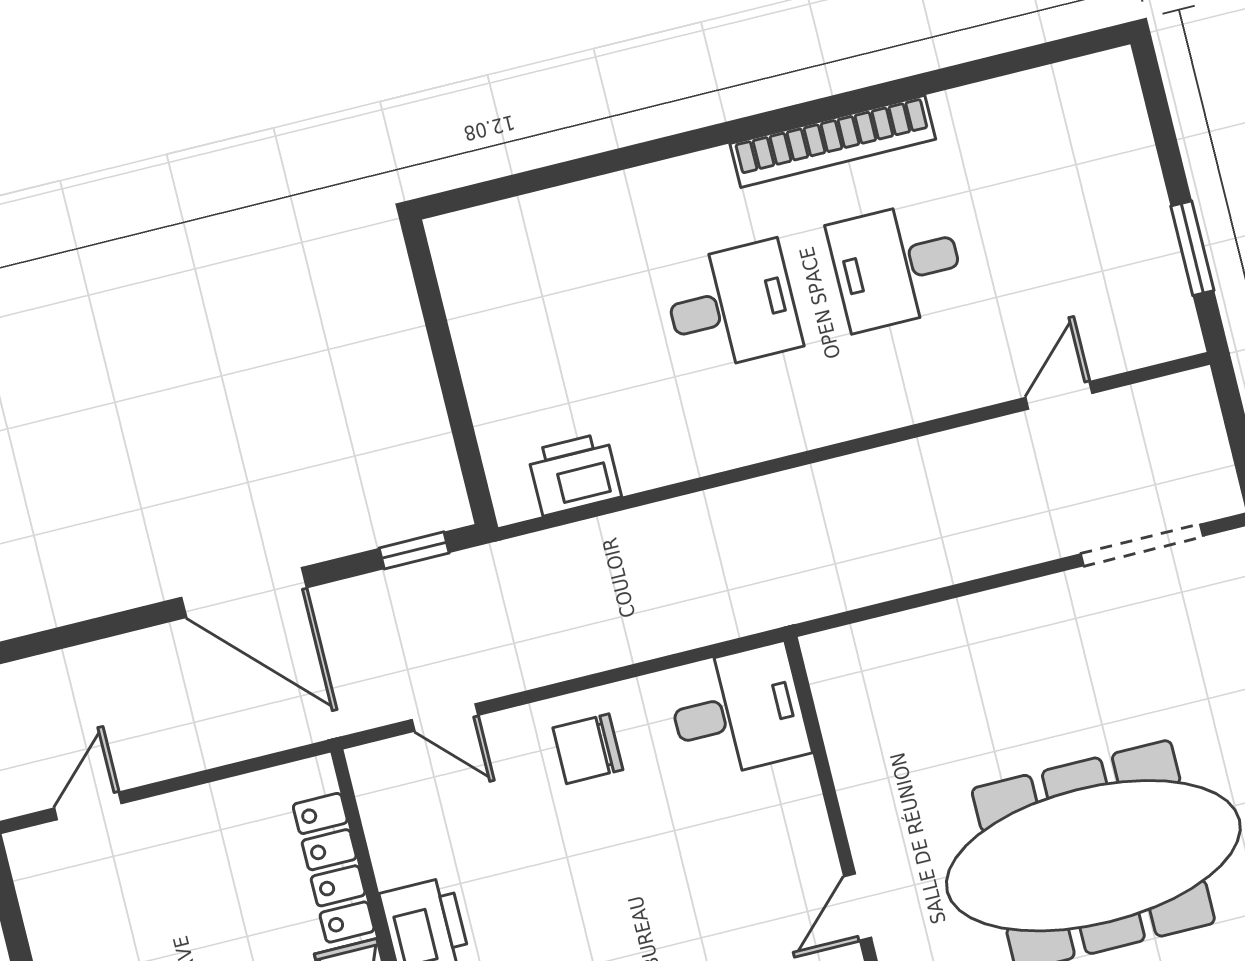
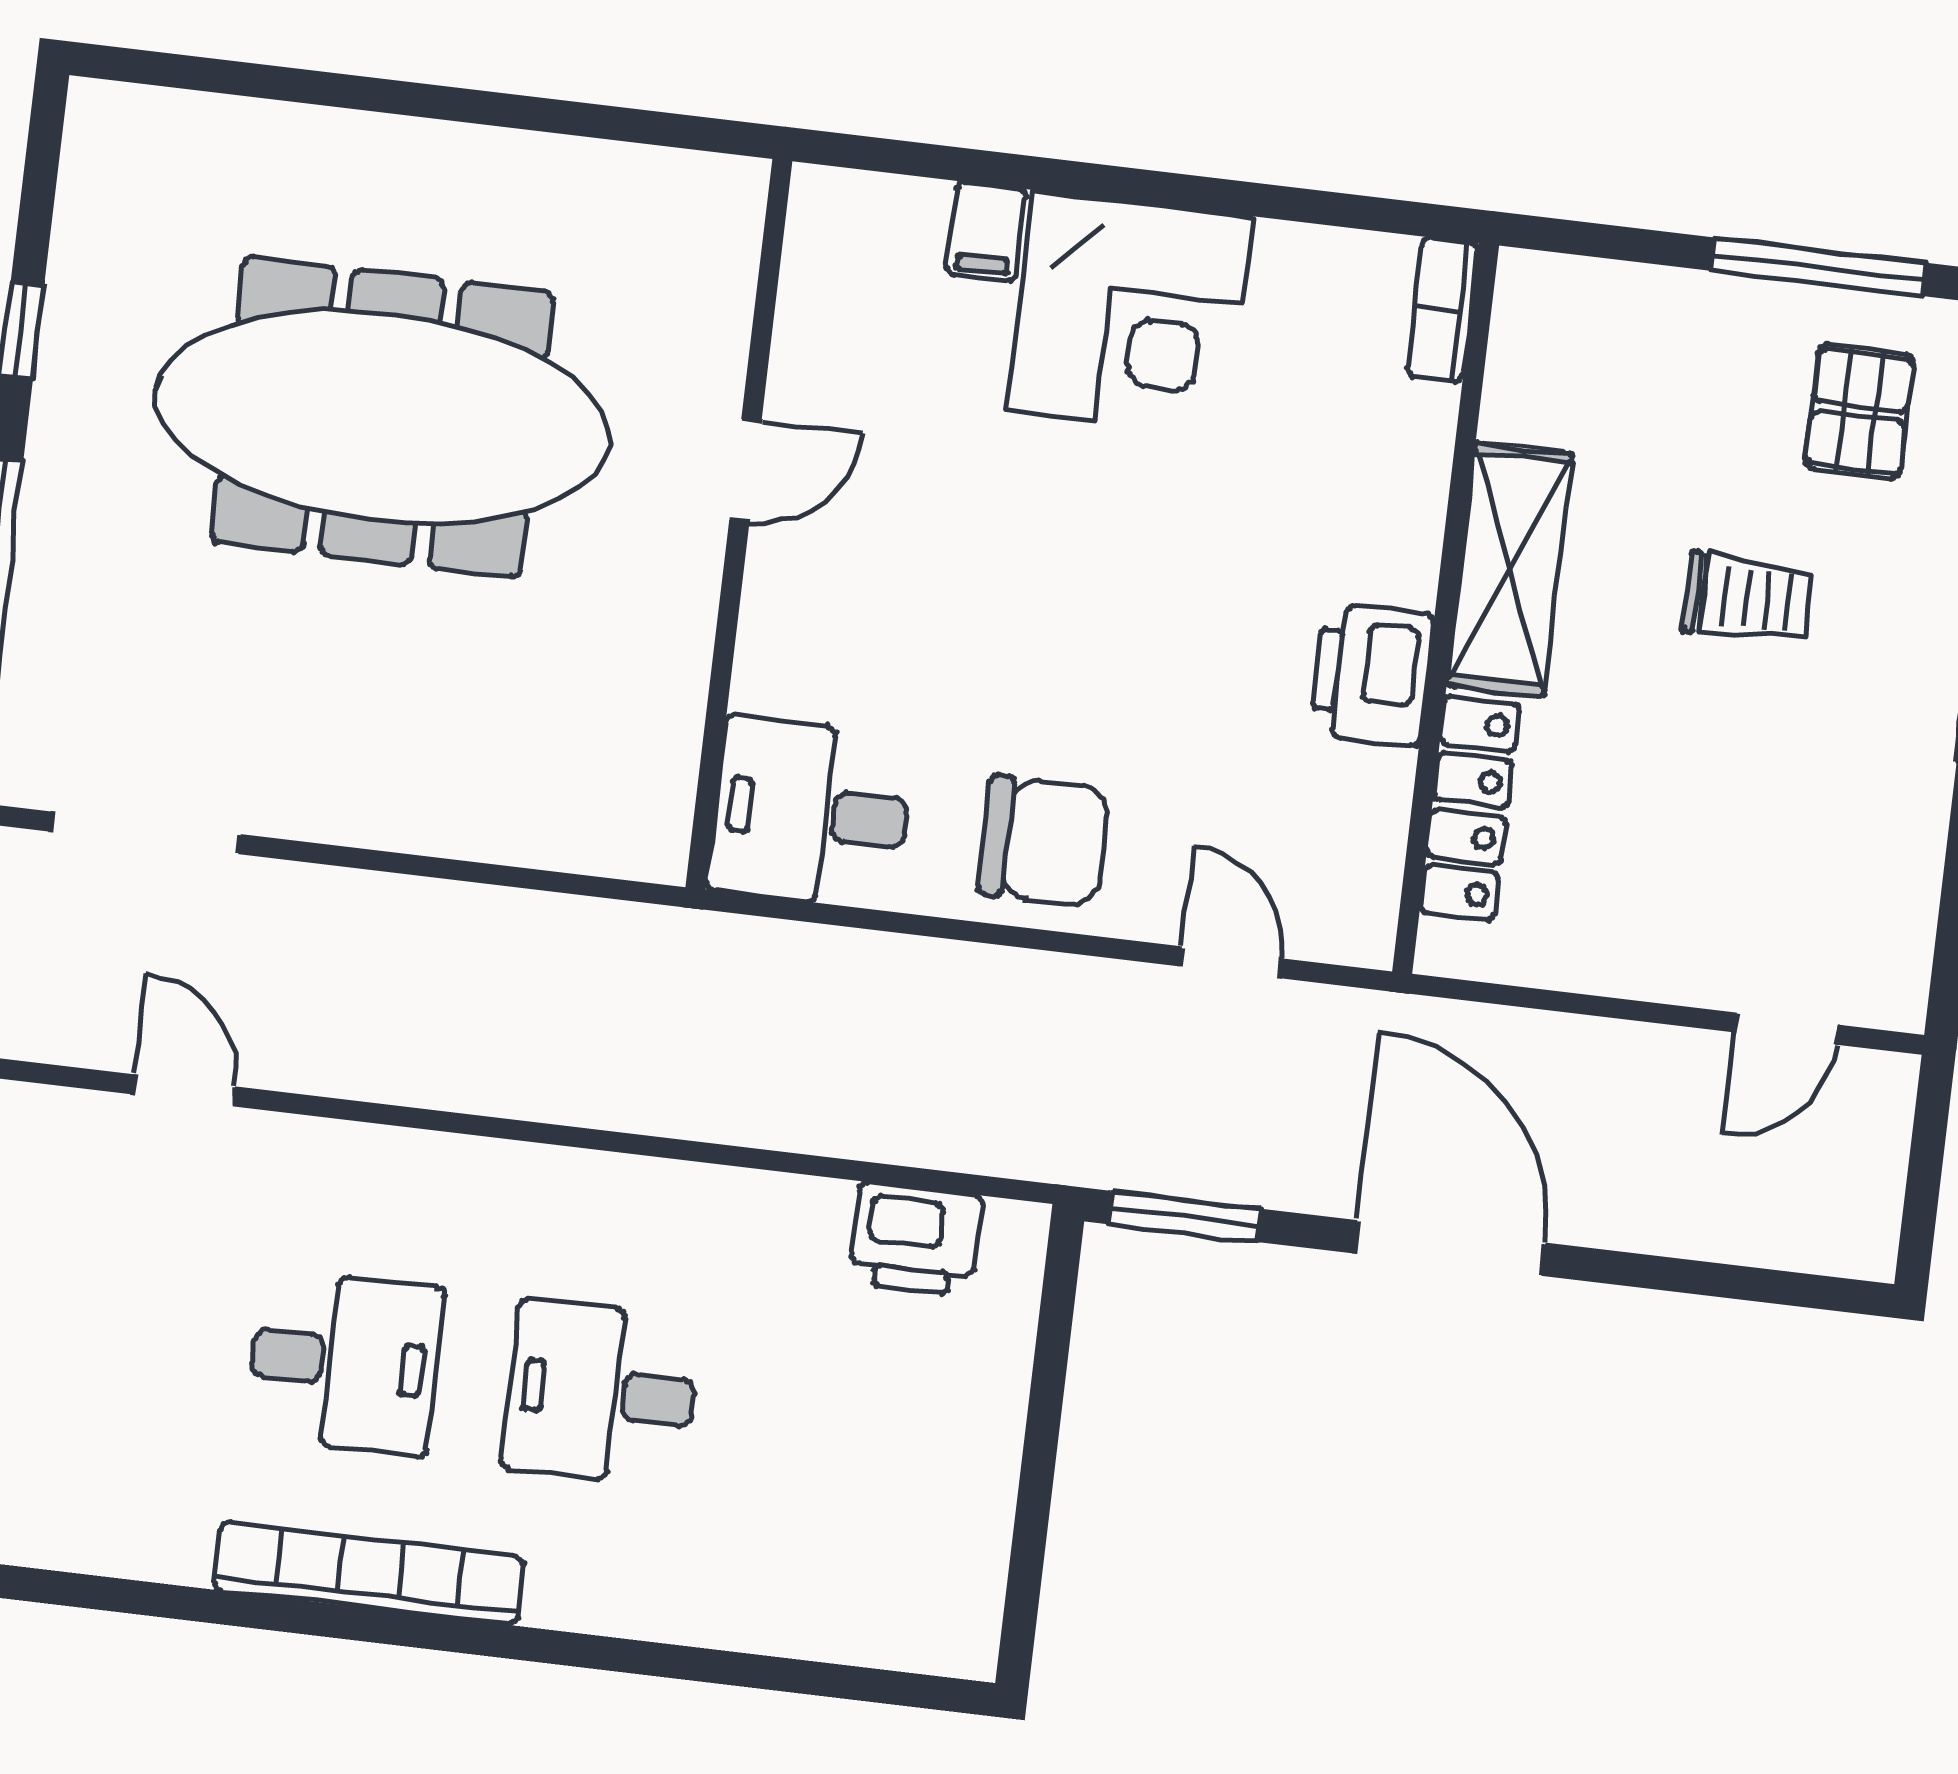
door: (1059, 395) -> (184, 1090), swing flipped
window: (414, 550) -> (1185, 1216), width x1.50
chair: (588, 749) -> (1044, 841), width x1.37, depth x1.37

